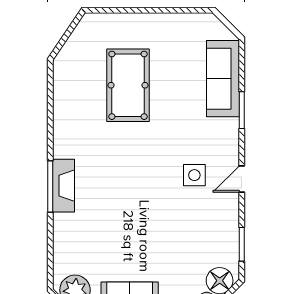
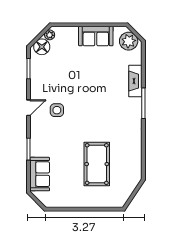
sofa: (223, 79) -> (40, 174), width x0.73
fireplace: (63, 186) -> (135, 81), moved

